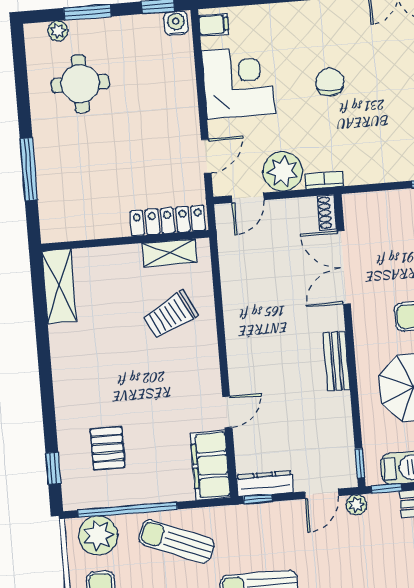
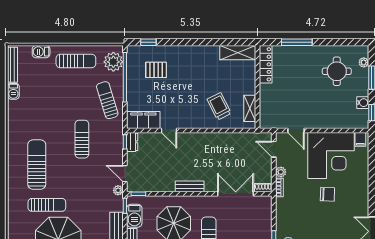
water cooler: (176, 23) -> (363, 103), moved
corner desk: (238, 82) -> (331, 155), width x1.36, depth x1.36
plant: (283, 171) -> (281, 172), width x0.53, depth x0.53
locker: (168, 221) -> (266, 64), moved
dresser: (265, 484) -> (132, 142), width x0.70
sun lounger: (177, 541) -> (107, 100), turned -39

